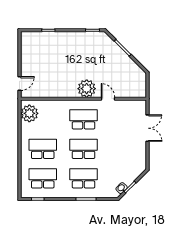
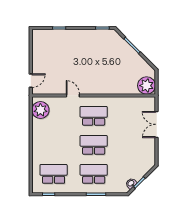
plant: (87, 89) -> (147, 86), moved
door: (108, 99) -> (73, 95), moved
double door: (147, 128) -> (157, 124), swing flipped
school desk: (43, 149) -> (54, 145), removed

